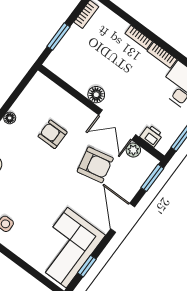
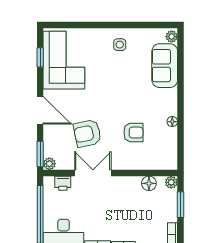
plant: (52, 63) -> (171, 182), added
floor lamp: (96, 95) -> (149, 183), moved
plant: (133, 150) -> (49, 164), moved

